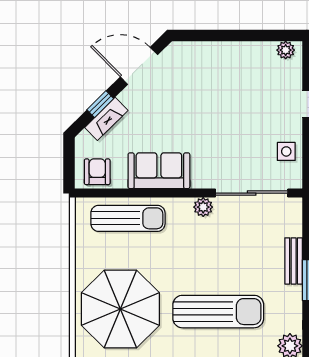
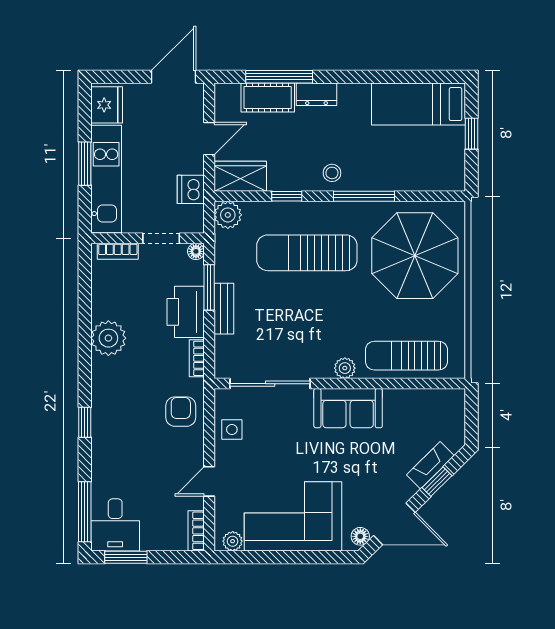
floor lamp: (170, 55) -> (360, 536), added
corner sofa: (231, 73) -> (293, 516), added
sofa: (159, 171) -> (348, 408), moved
armchair: (97, 172) -> (440, 407), removed
plant: (203, 207) -> (345, 368), moved

